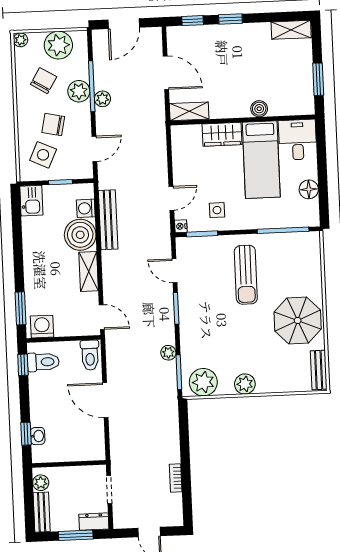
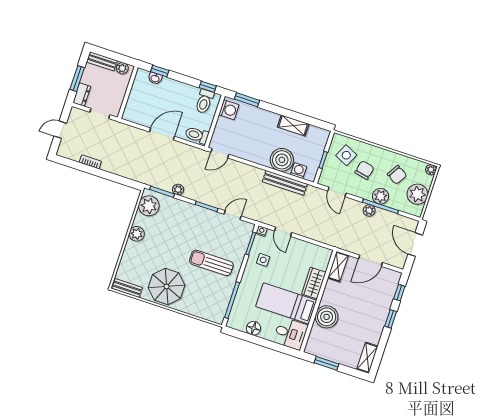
boiler: (259, 109) -> (327, 317), width x1.86, depth x1.86
kitchen sink: (31, 201) -> (318, 135), removed
shelving: (89, 271) -> (293, 125), moved

